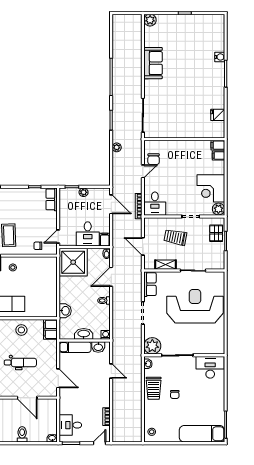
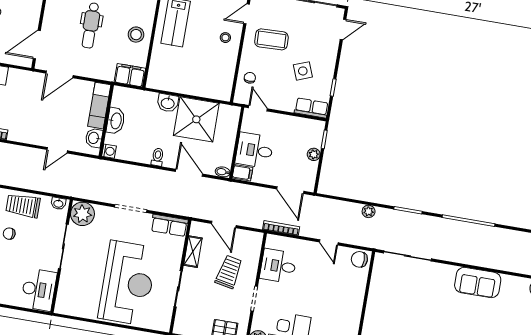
chair: (154, 159) -> (359, 259), moved
door: (111, 204) -> (290, 190), hinge flipped
desk: (155, 204) -> (278, 266), moved
side table: (27, 210) -> (303, 71), added
door: (143, 246) -> (224, 224), swing flipped
shower: (73, 262) -> (196, 119), moved
washbasin: (65, 311) -> (168, 103), moved
door: (27, 398) -> (37, 45), moved

